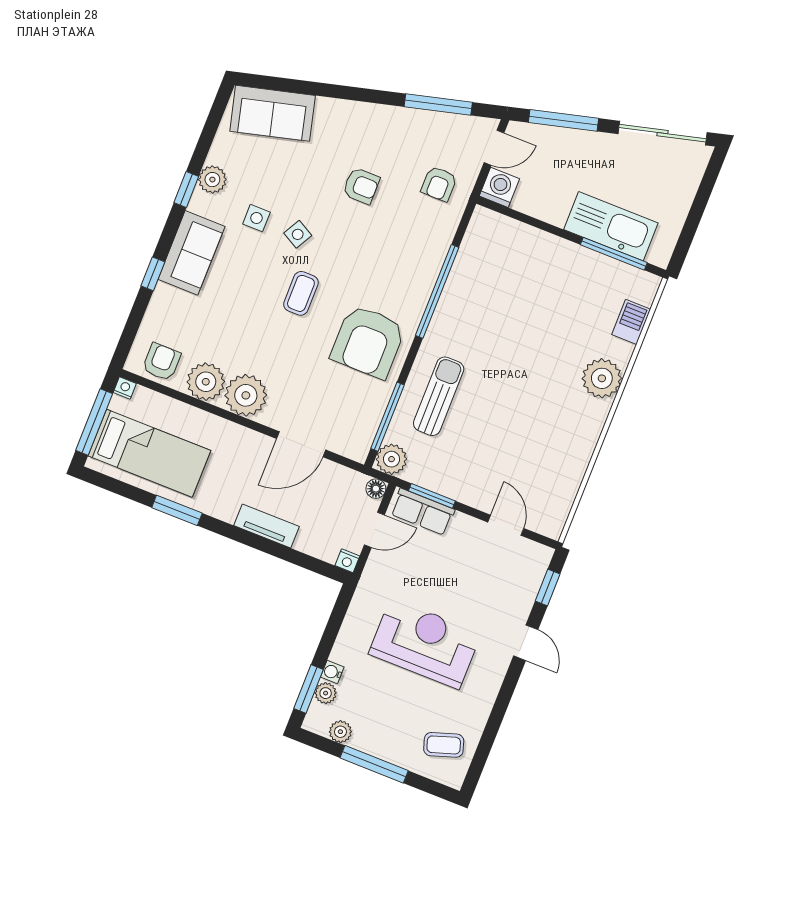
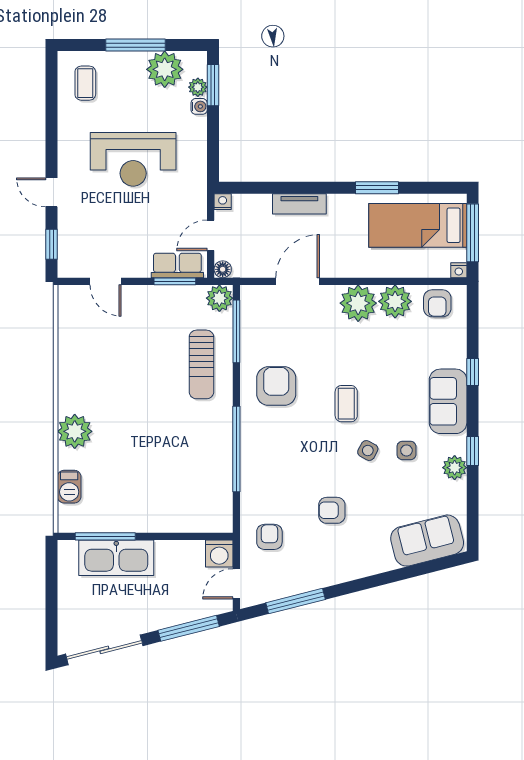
armchair: (368, 342) -> (276, 386), width x0.73, depth x0.73
plant: (340, 732) -> (165, 69), width x1.87, depth x1.87
coffee table: (444, 745) -> (85, 83), turned -72

